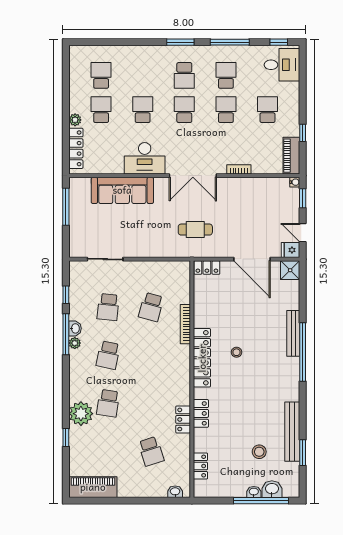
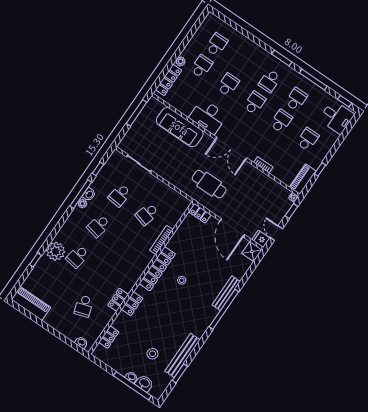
cafe table: (195, 230) -> (209, 184), width x1.37, depth x1.35

